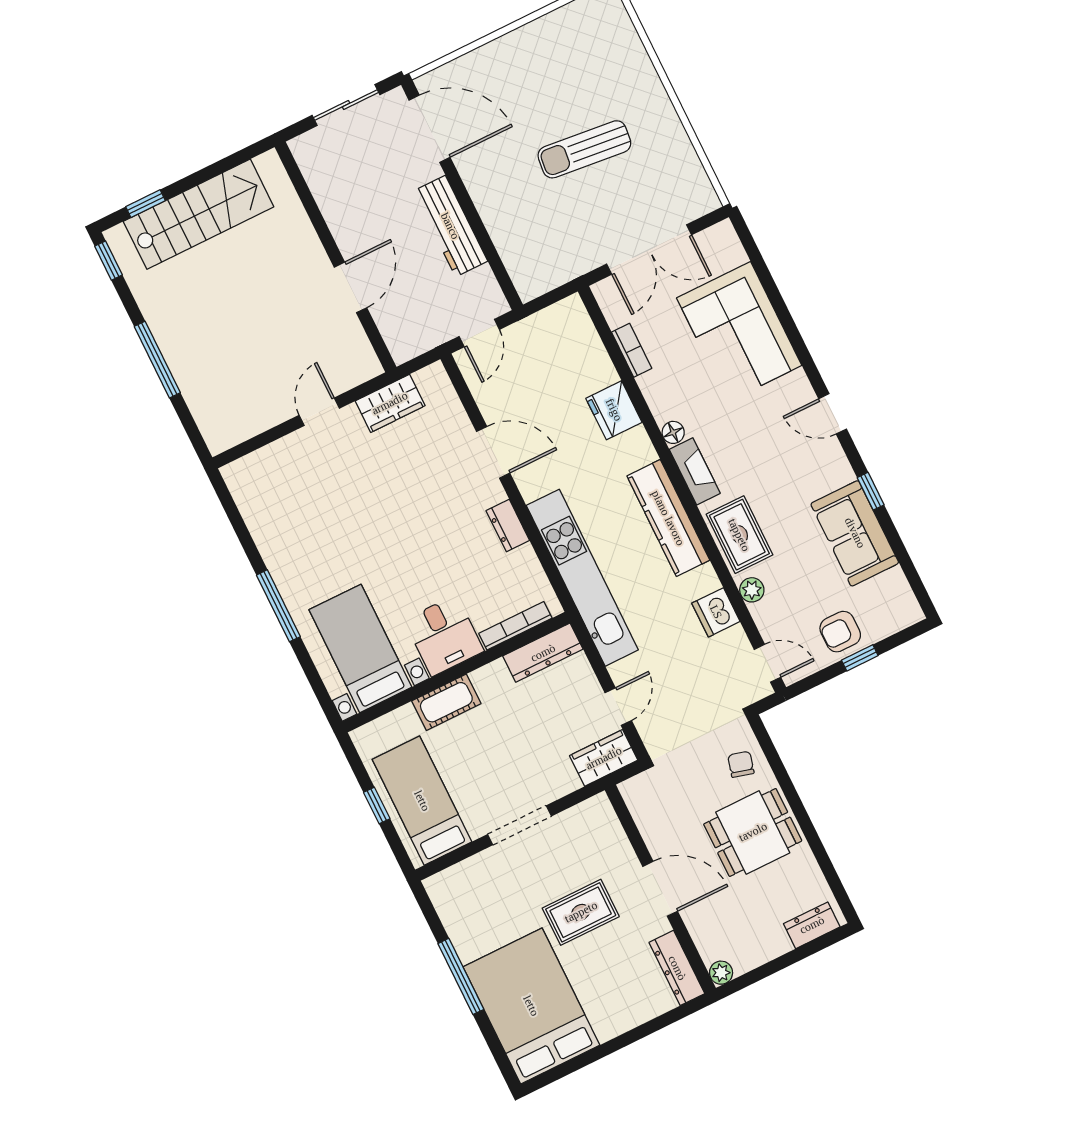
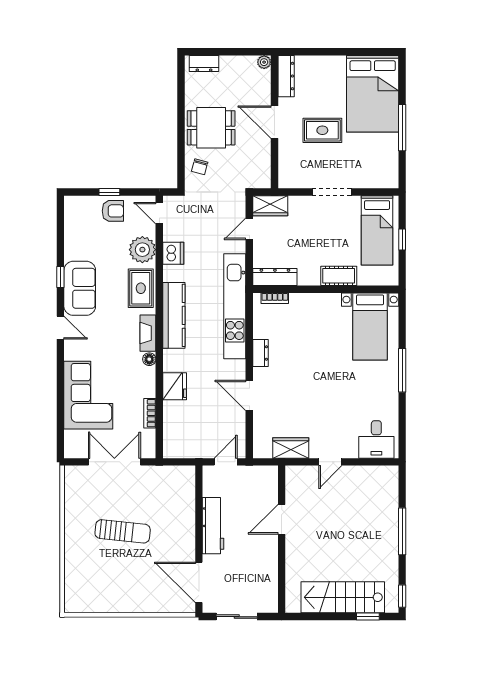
sofa: (855, 533) -> (80, 288), moved
plant: (752, 590) -> (142, 250), width x1.88, depth x1.88
bookcase: (515, 626) -> (275, 298), width x0.64
desk: (444, 636) -> (376, 439), moved, turned 180

